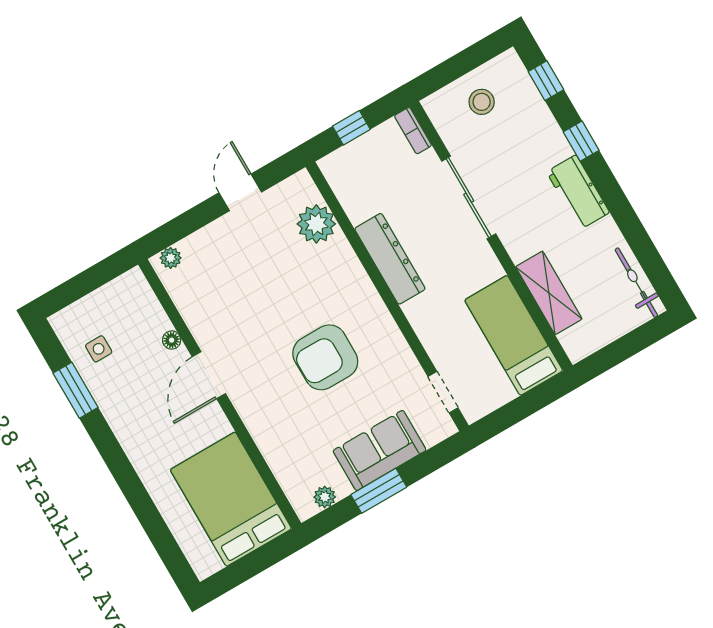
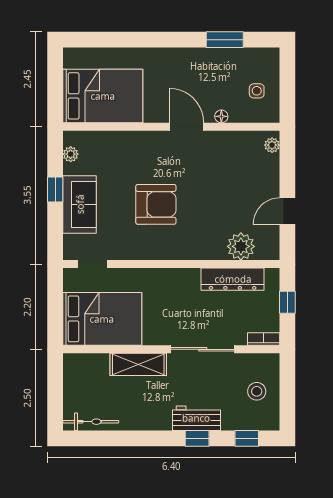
door: (240, 192) -> (287, 211), swing flipped
workbench: (578, 192) -> (196, 418), moved
dresser: (390, 259) -> (233, 279), moved
shelving: (549, 293) -> (138, 364), moved
bed: (514, 335) -> (102, 319), width x1.50
side table: (99, 349) -> (257, 91), moved
armchair: (325, 357) -> (156, 204), turned 90
window: (379, 491) -> (55, 190), width x0.67

